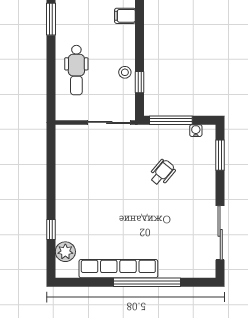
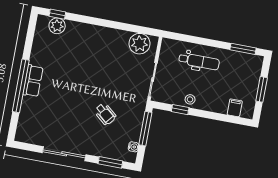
dental chair: (76, 70) -> (199, 61), turned 180
plant: (68, 147) -> (139, 44), added
window: (51, 230) -> (57, 14), moved
sliding door: (220, 233) -> (64, 154), moved
row of seats: (118, 269) -> (33, 81), width x0.50

